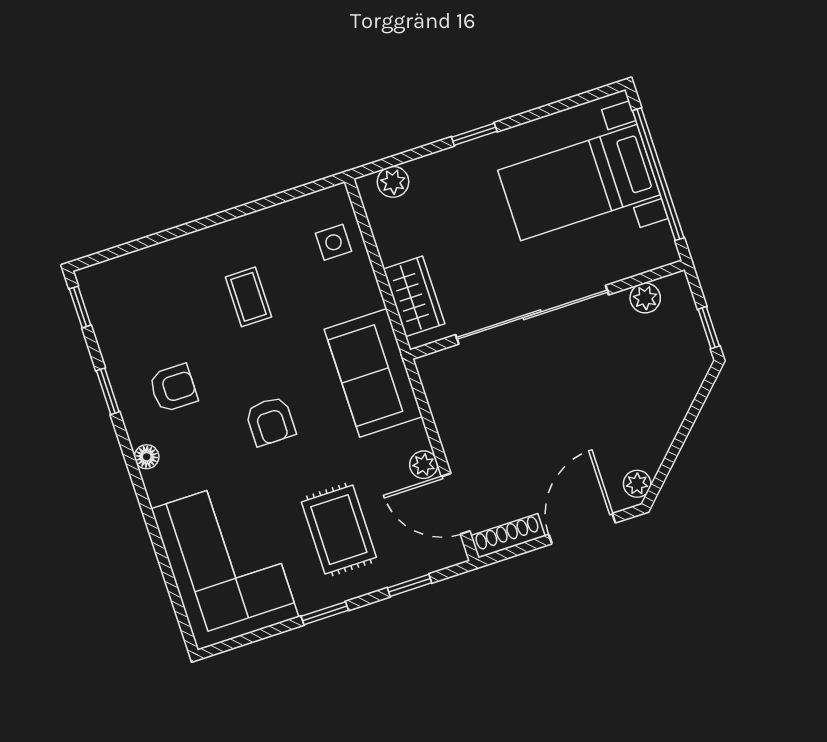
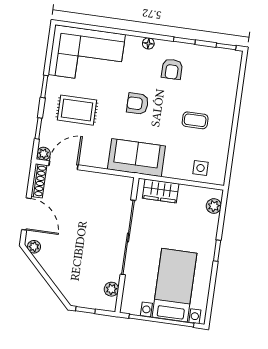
plant: (424, 465) -> (44, 154), moved

